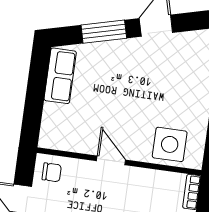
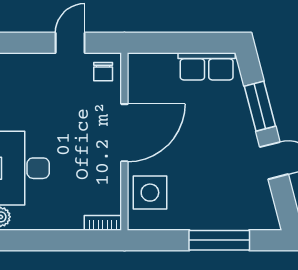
door: (111, 160) -> (124, 133), width x1.88

